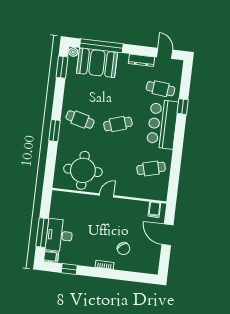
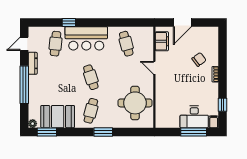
window: (101, 46) -> (24, 85), moved
booth: (97, 63) -> (58, 117), moved, turned 90
door: (107, 195) -> (154, 68), moved
filing cabinet: (154, 210) -> (162, 41), width x2.00

